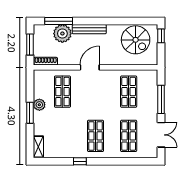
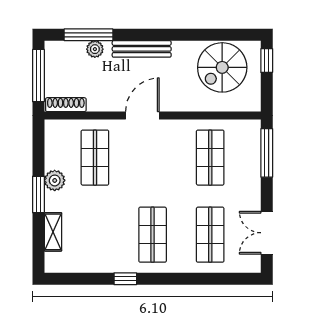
plant: (62, 34) -> (95, 49), width x0.53, depth x0.53
spiral stairs: (136, 40) -> (222, 67), turned 90
window: (30, 44) -> (38, 76), width x1.44
window: (161, 99) -> (267, 153), moved
double door: (161, 135) -> (267, 233), swing flipped
shelving: (38, 147) -> (53, 232), moved

